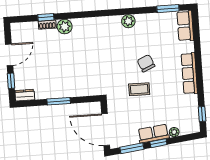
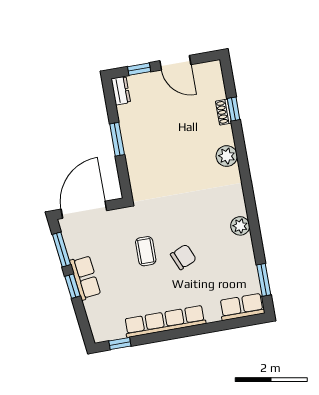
plant: (65, 27) -> (227, 156), moved
row of seats: (189, 73) -> (165, 321), width x1.36
plant: (174, 132) -> (90, 307), removed

